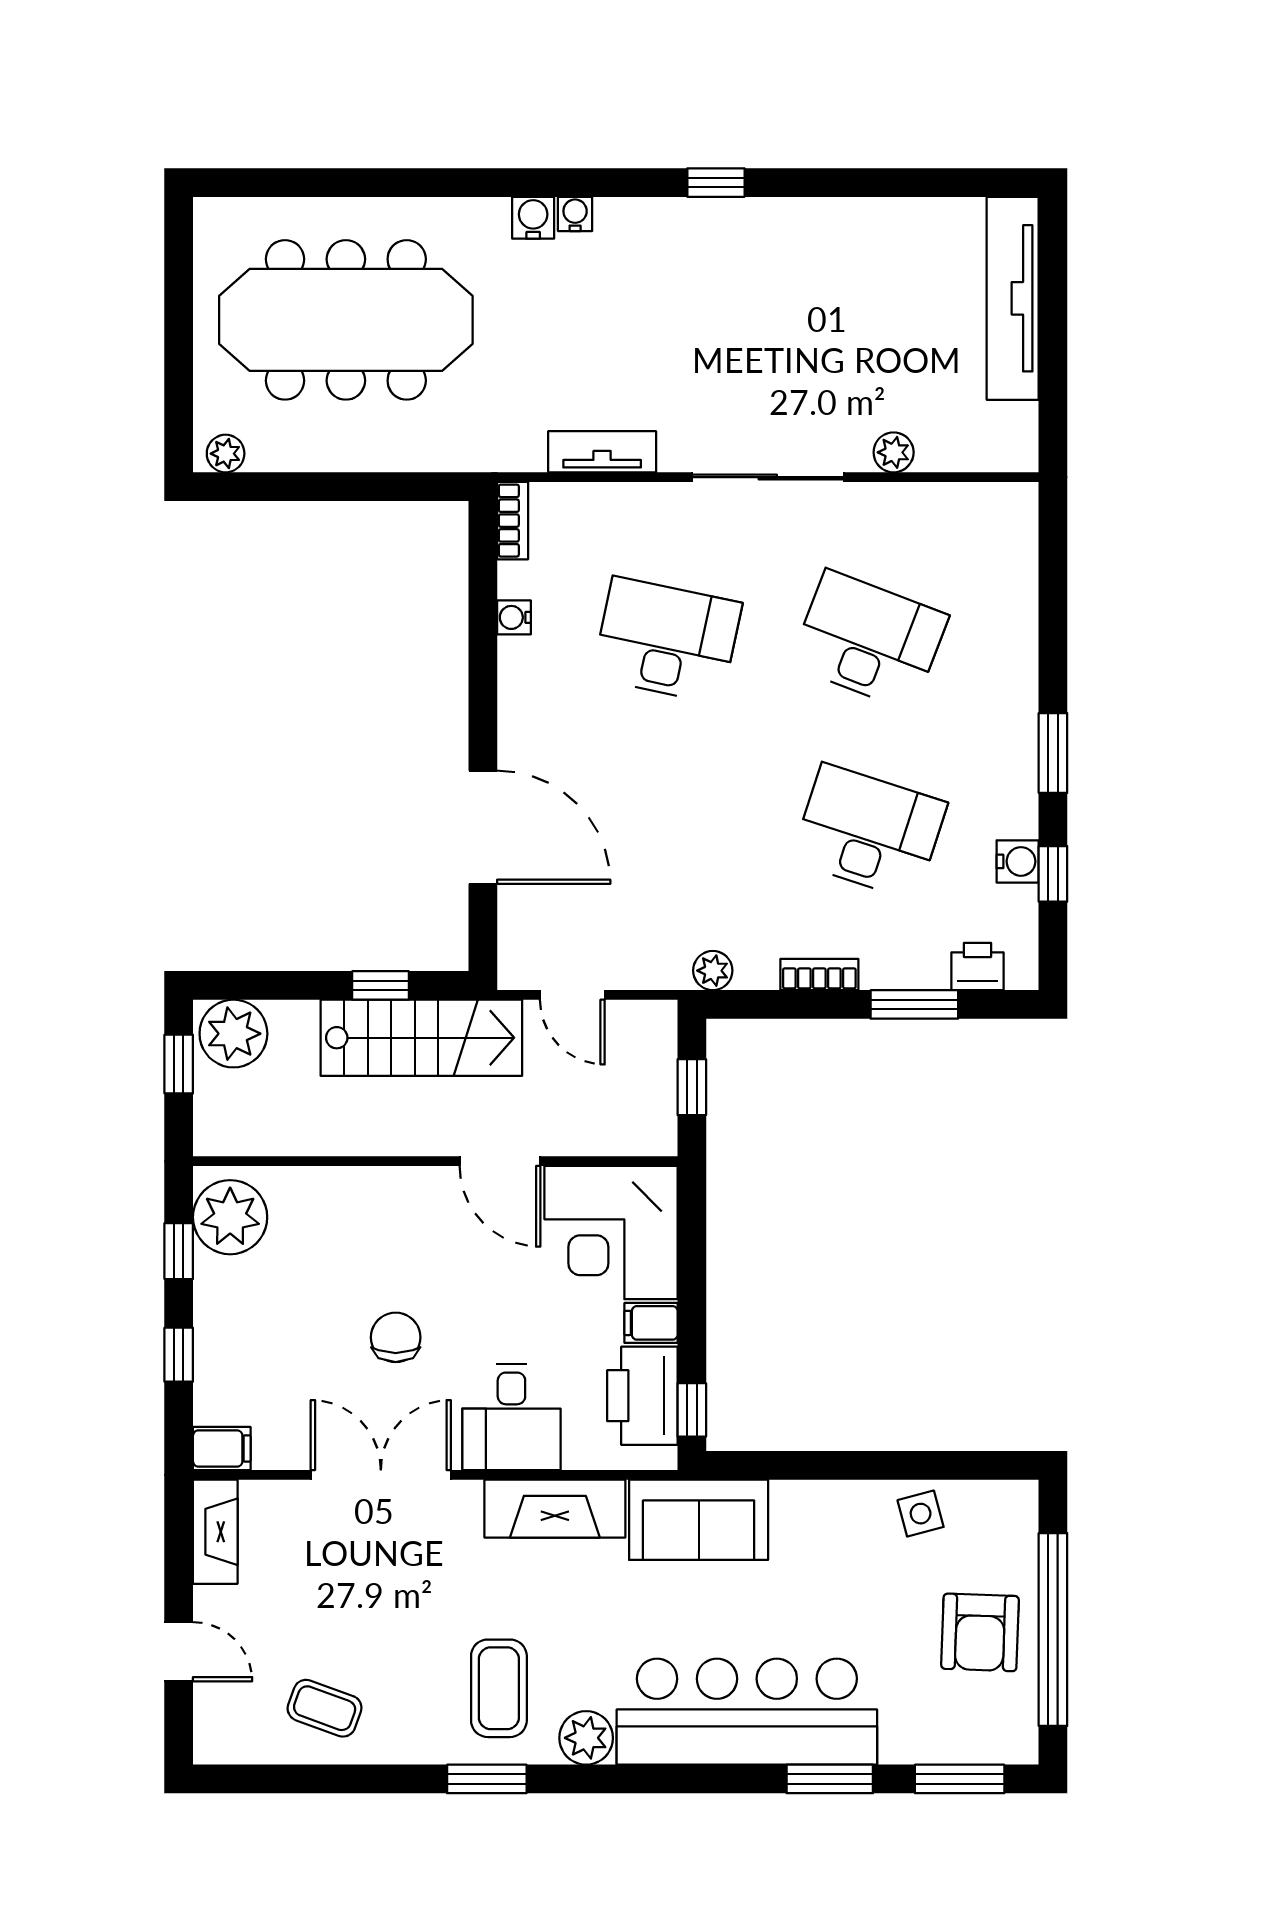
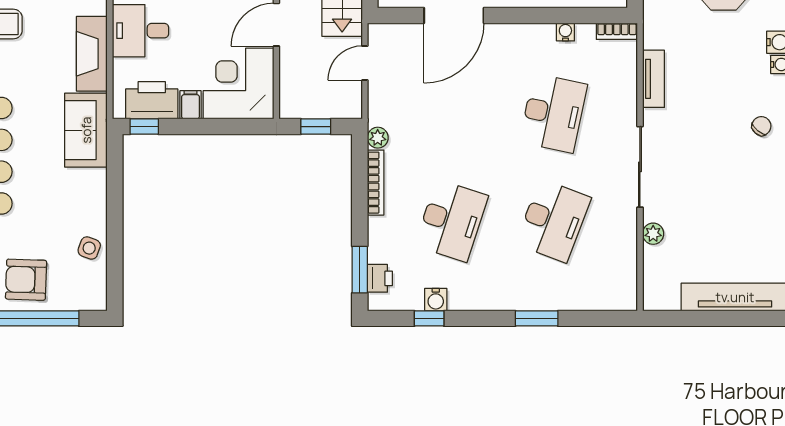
chair: (691, 249) -> (761, 126), added
window: (1053, 753) -> (537, 318), moved
bookcase: (819, 975) -> (376, 183), width x1.56
window: (914, 1004) -> (360, 270), moved
side table: (921, 1514) -> (89, 248), turned 35

